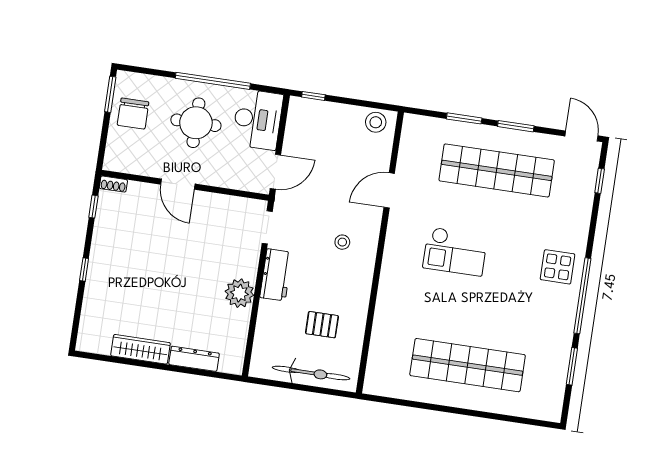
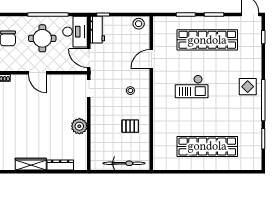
door: (275, 172) -> (89, 58), swing flipped
workbench: (276, 275) -> (97, 30), moved
pallet: (322, 325) -> (130, 126), moved

